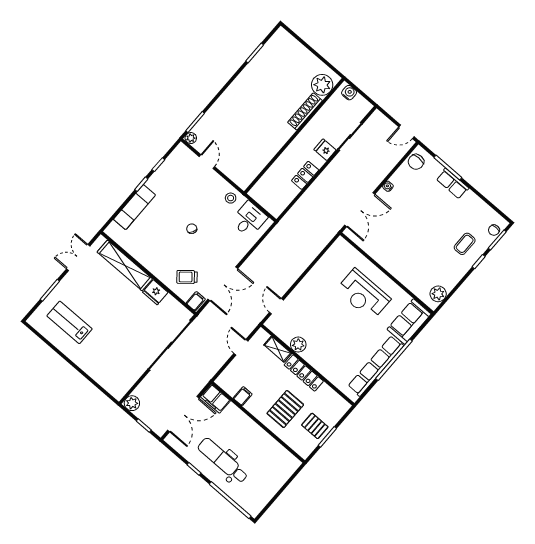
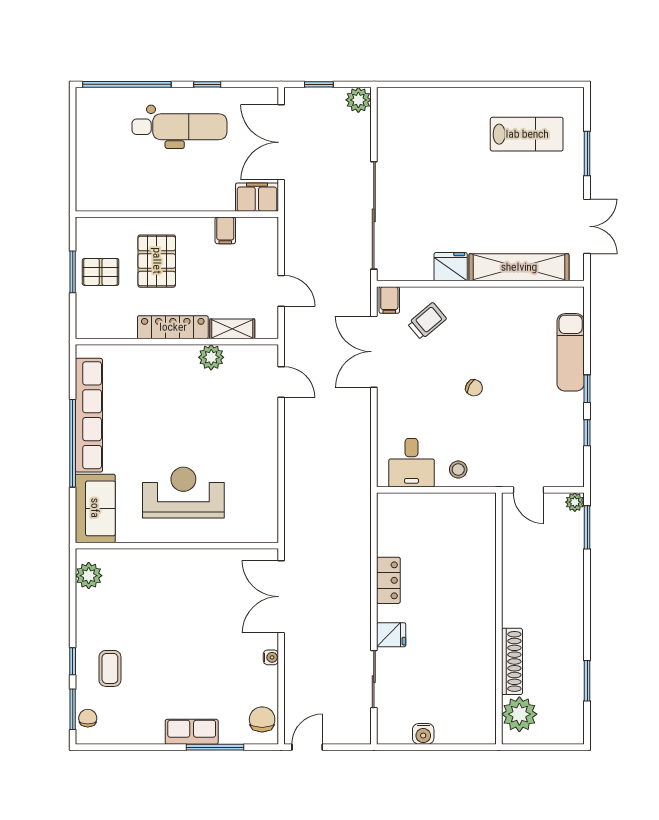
plant: (322, 85) -> (519, 714), moved
shoe rack: (305, 111) -> (512, 661), moved
wall: (294, 136) -> (499, 619), moved

